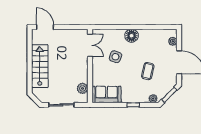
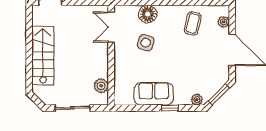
floor lamp: (132, 36) -> (148, 14), moved
double door: (90, 45) -> (111, 27), swing flipped
coffee table: (148, 71) -> (193, 23), moved
sofa: (106, 94) -> (154, 94), moved

